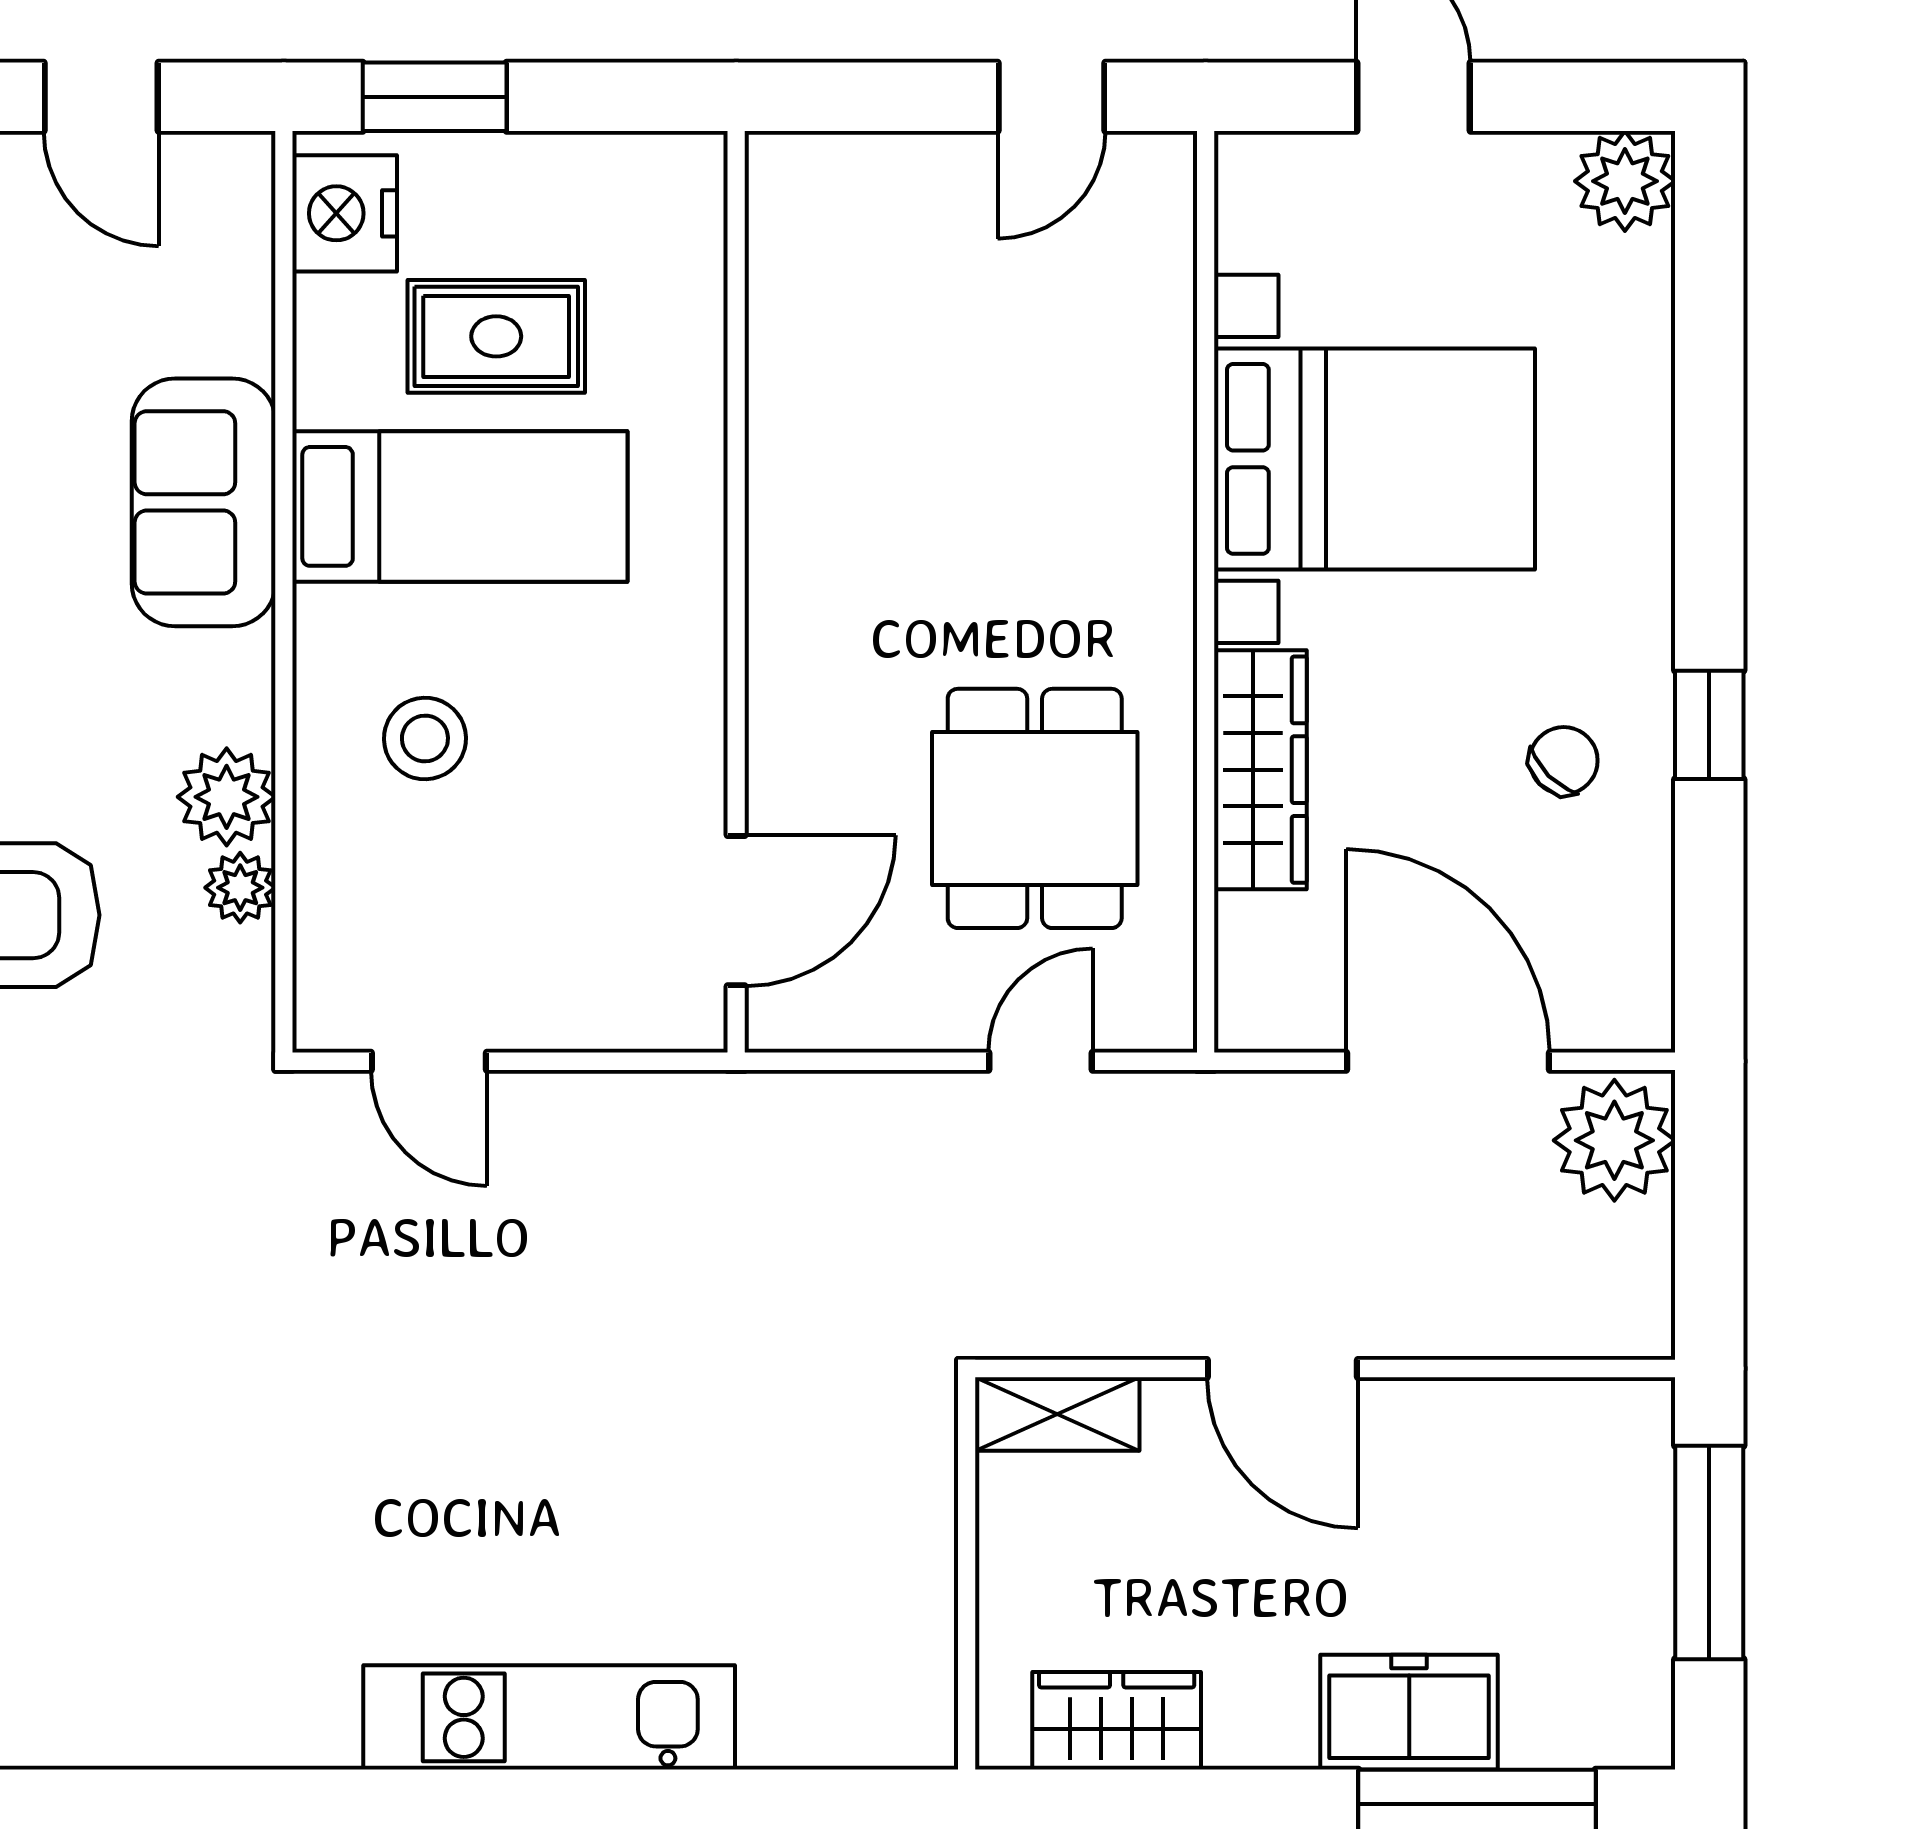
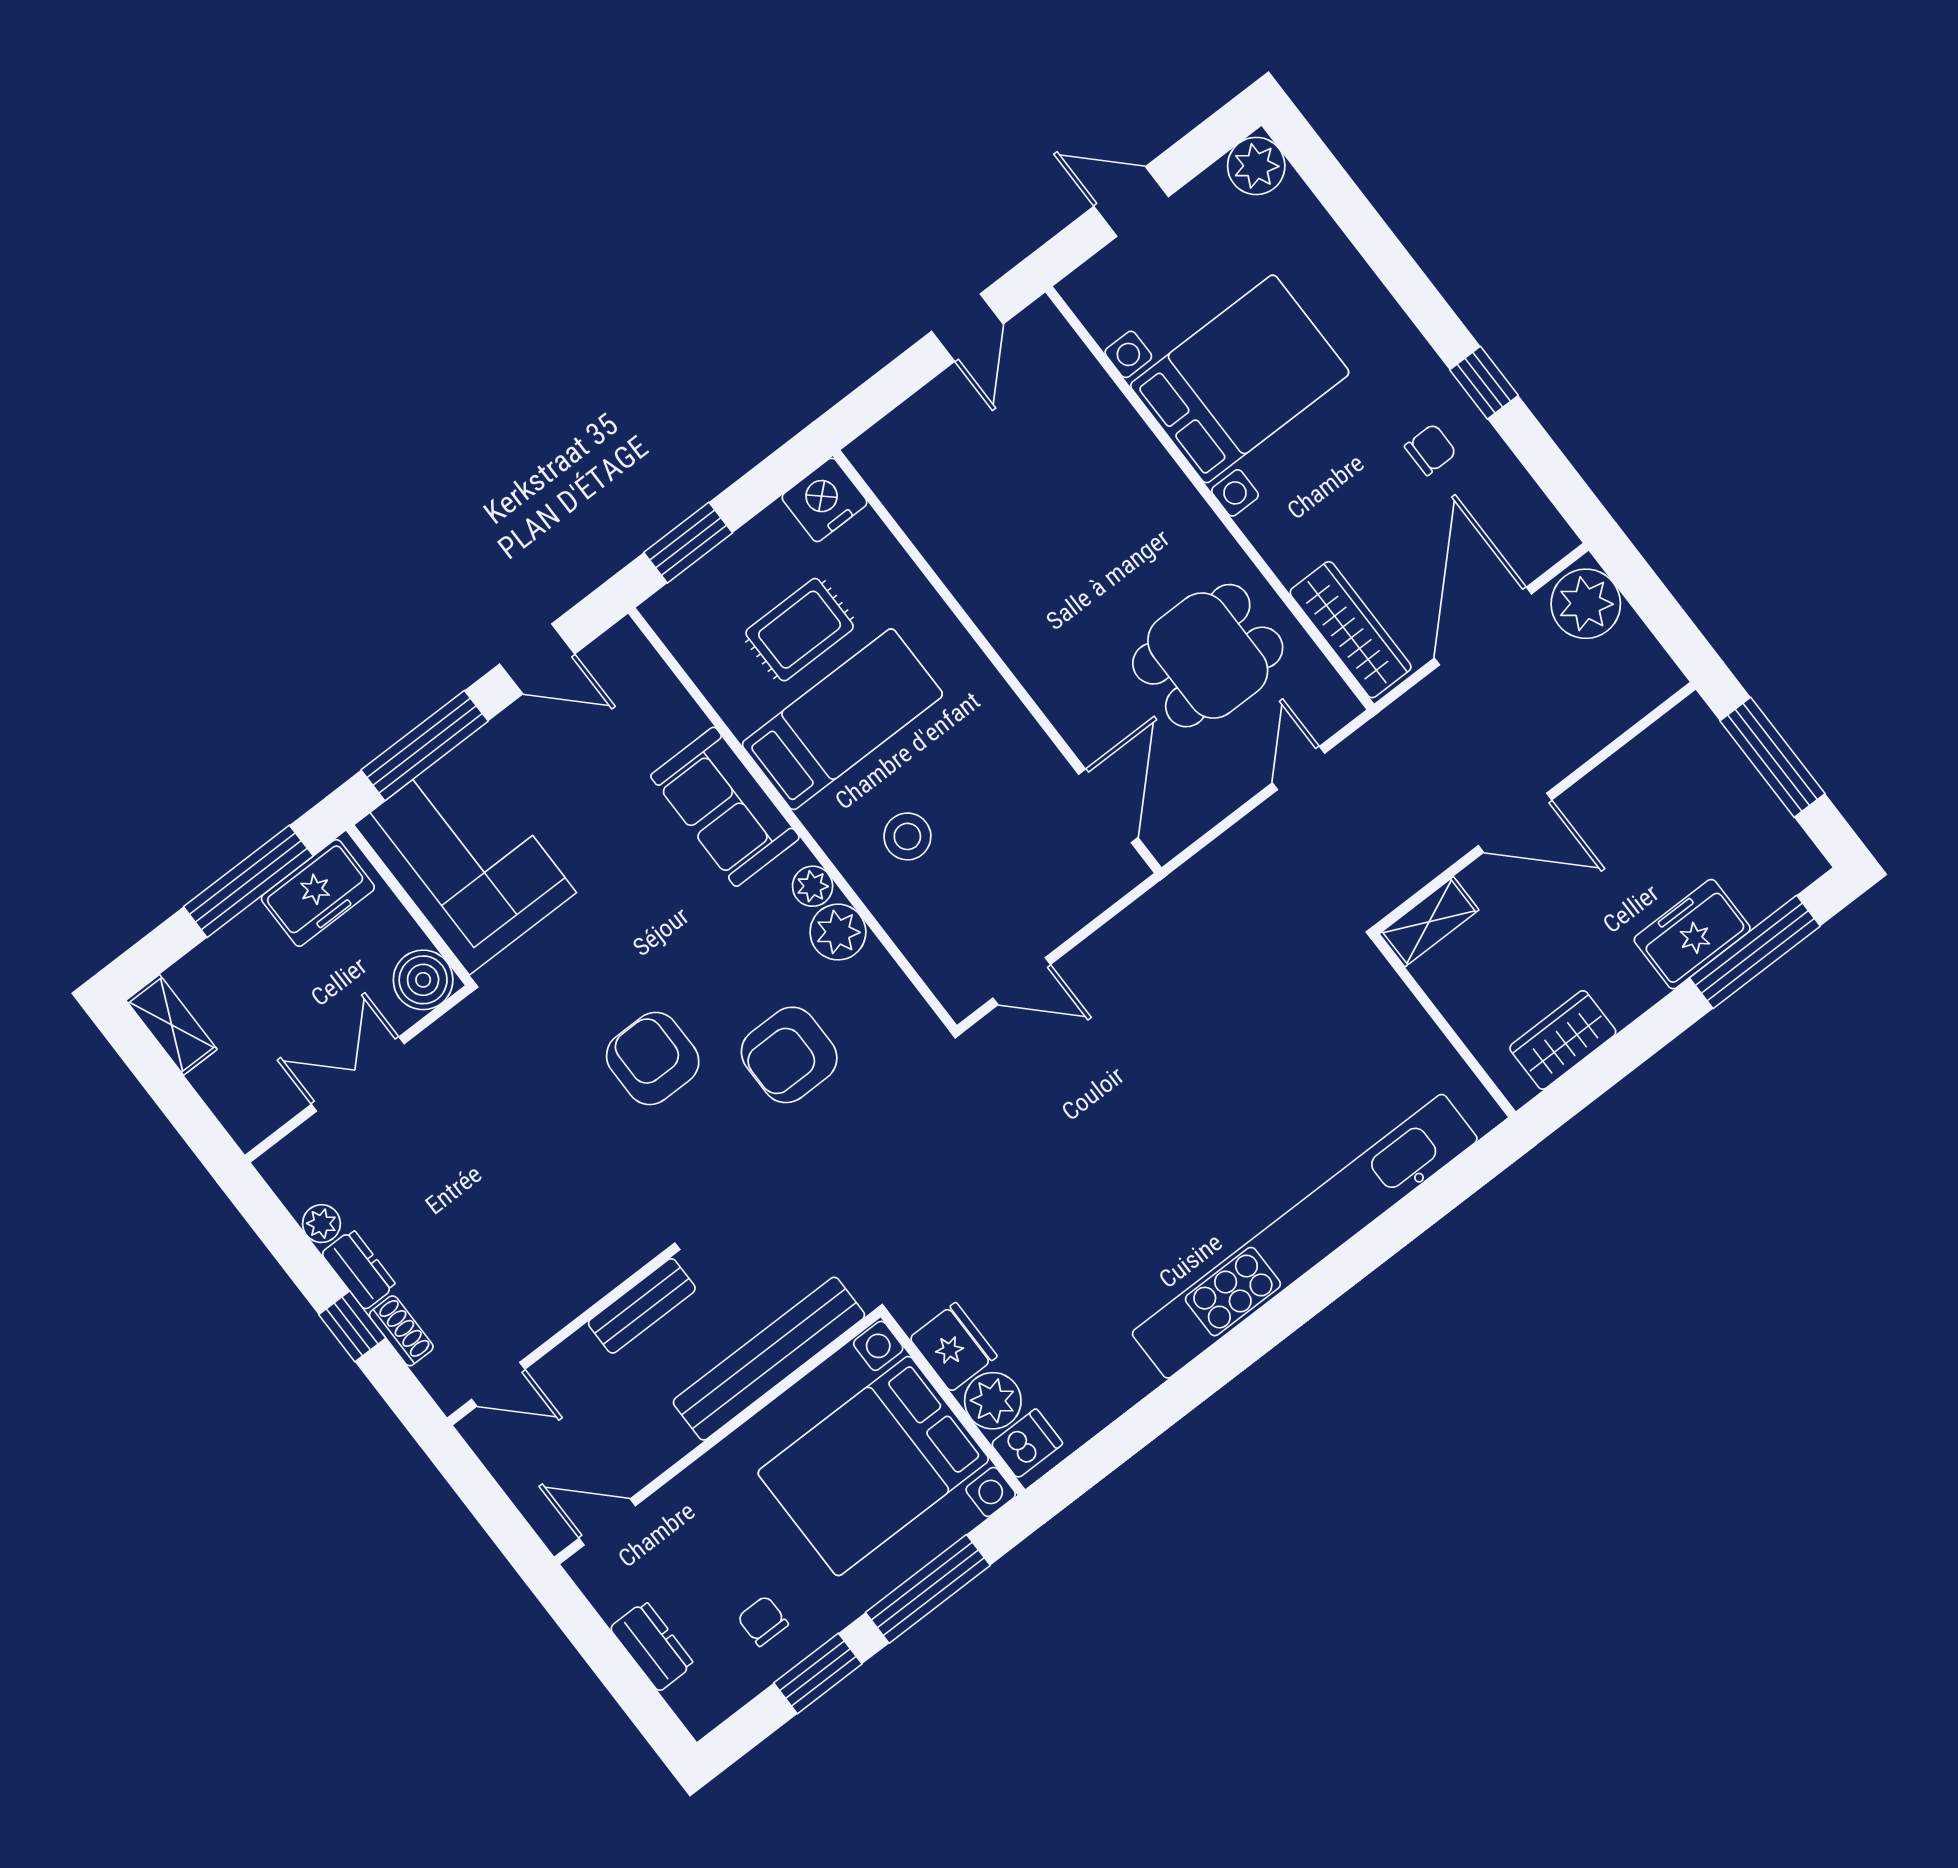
nightstand: (345, 213) -> (825, 500), moved, turned 90
chair: (1564, 761) -> (1431, 450), turned 45
wardrobe: (1260, 770) -> (1351, 630), moved
dining table: (1035, 808) -> (1208, 656), turned 90
plant: (240, 888) -> (813, 886), moved
door: (1448, 1061) -> (1483, 626), hinge flipped
kitchen unit: (549, 1717) -> (1305, 1236), width x1.86

